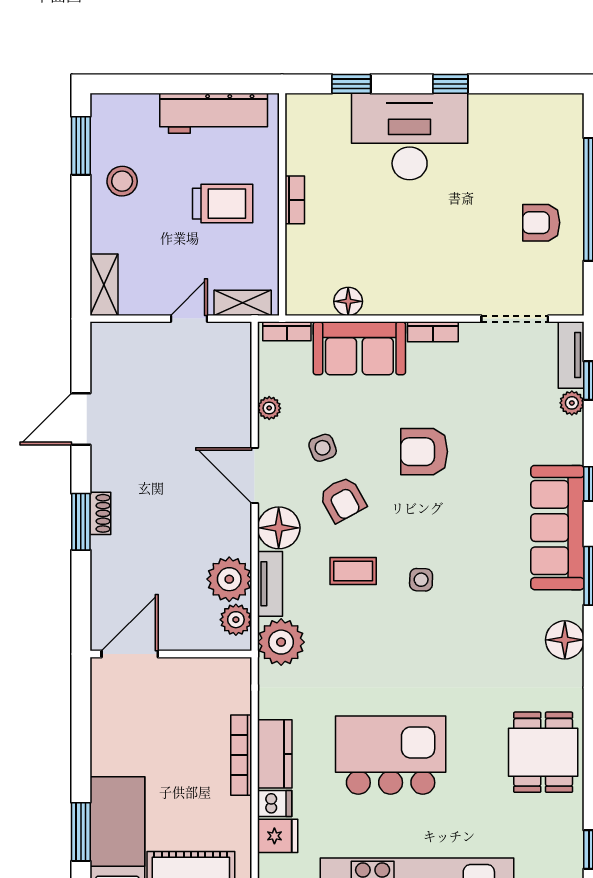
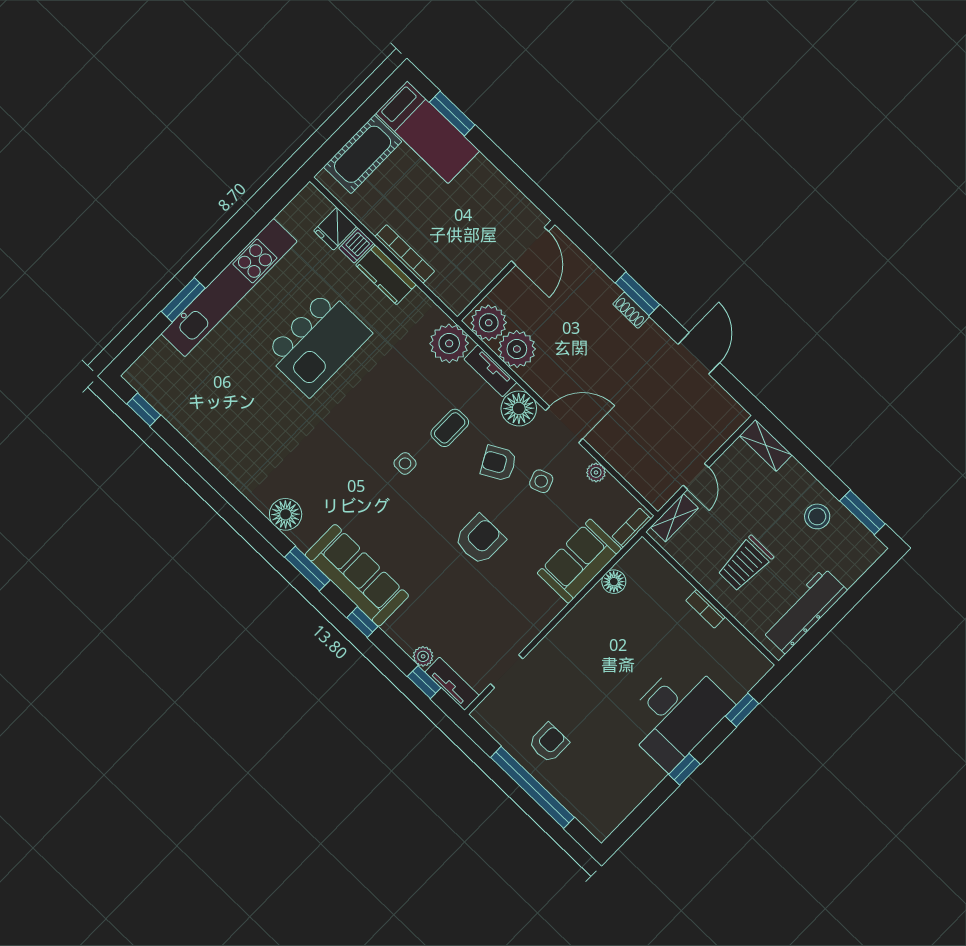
doorway: (515, 319) -> (507, 671), width x0.73
bookcase: (433, 332) -> (546, 615), removed
plant: (236, 620) -> (489, 323), width x1.36, depth x1.36
dining table: (543, 752) -> (231, 436), removed

